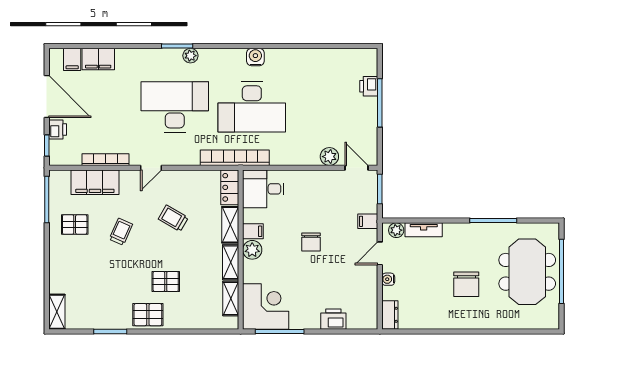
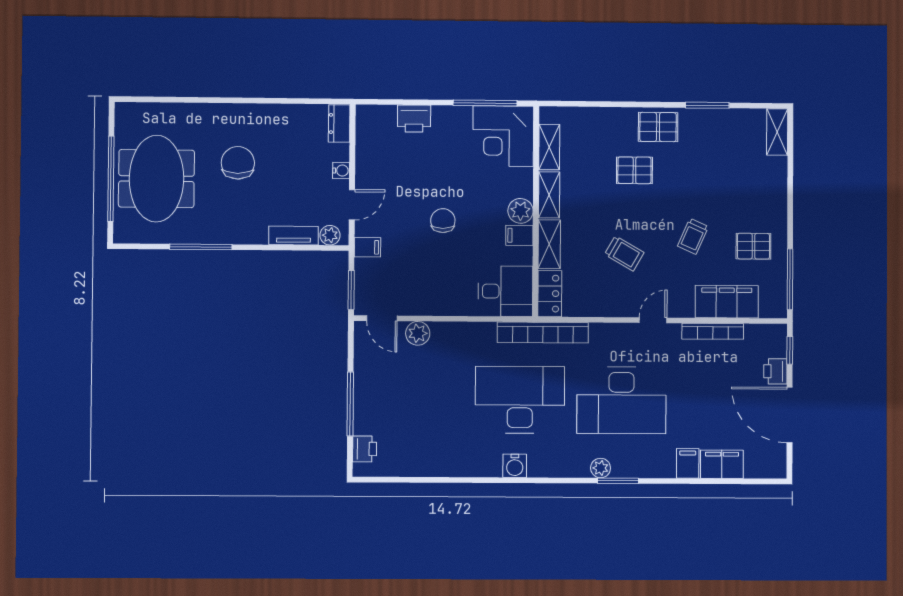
filing cabinet: (72, 59) -> (688, 463), moved
printer: (369, 86) -> (365, 449), moved

